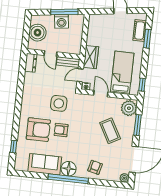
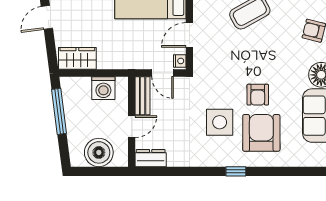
washing machine: (61, 21) -> (103, 88), moved, turned 97
wardrobe: (91, 57) -> (77, 58), moved
side table: (59, 103) -> (220, 122), moved
window: (14, 147) -> (236, 171), moved

